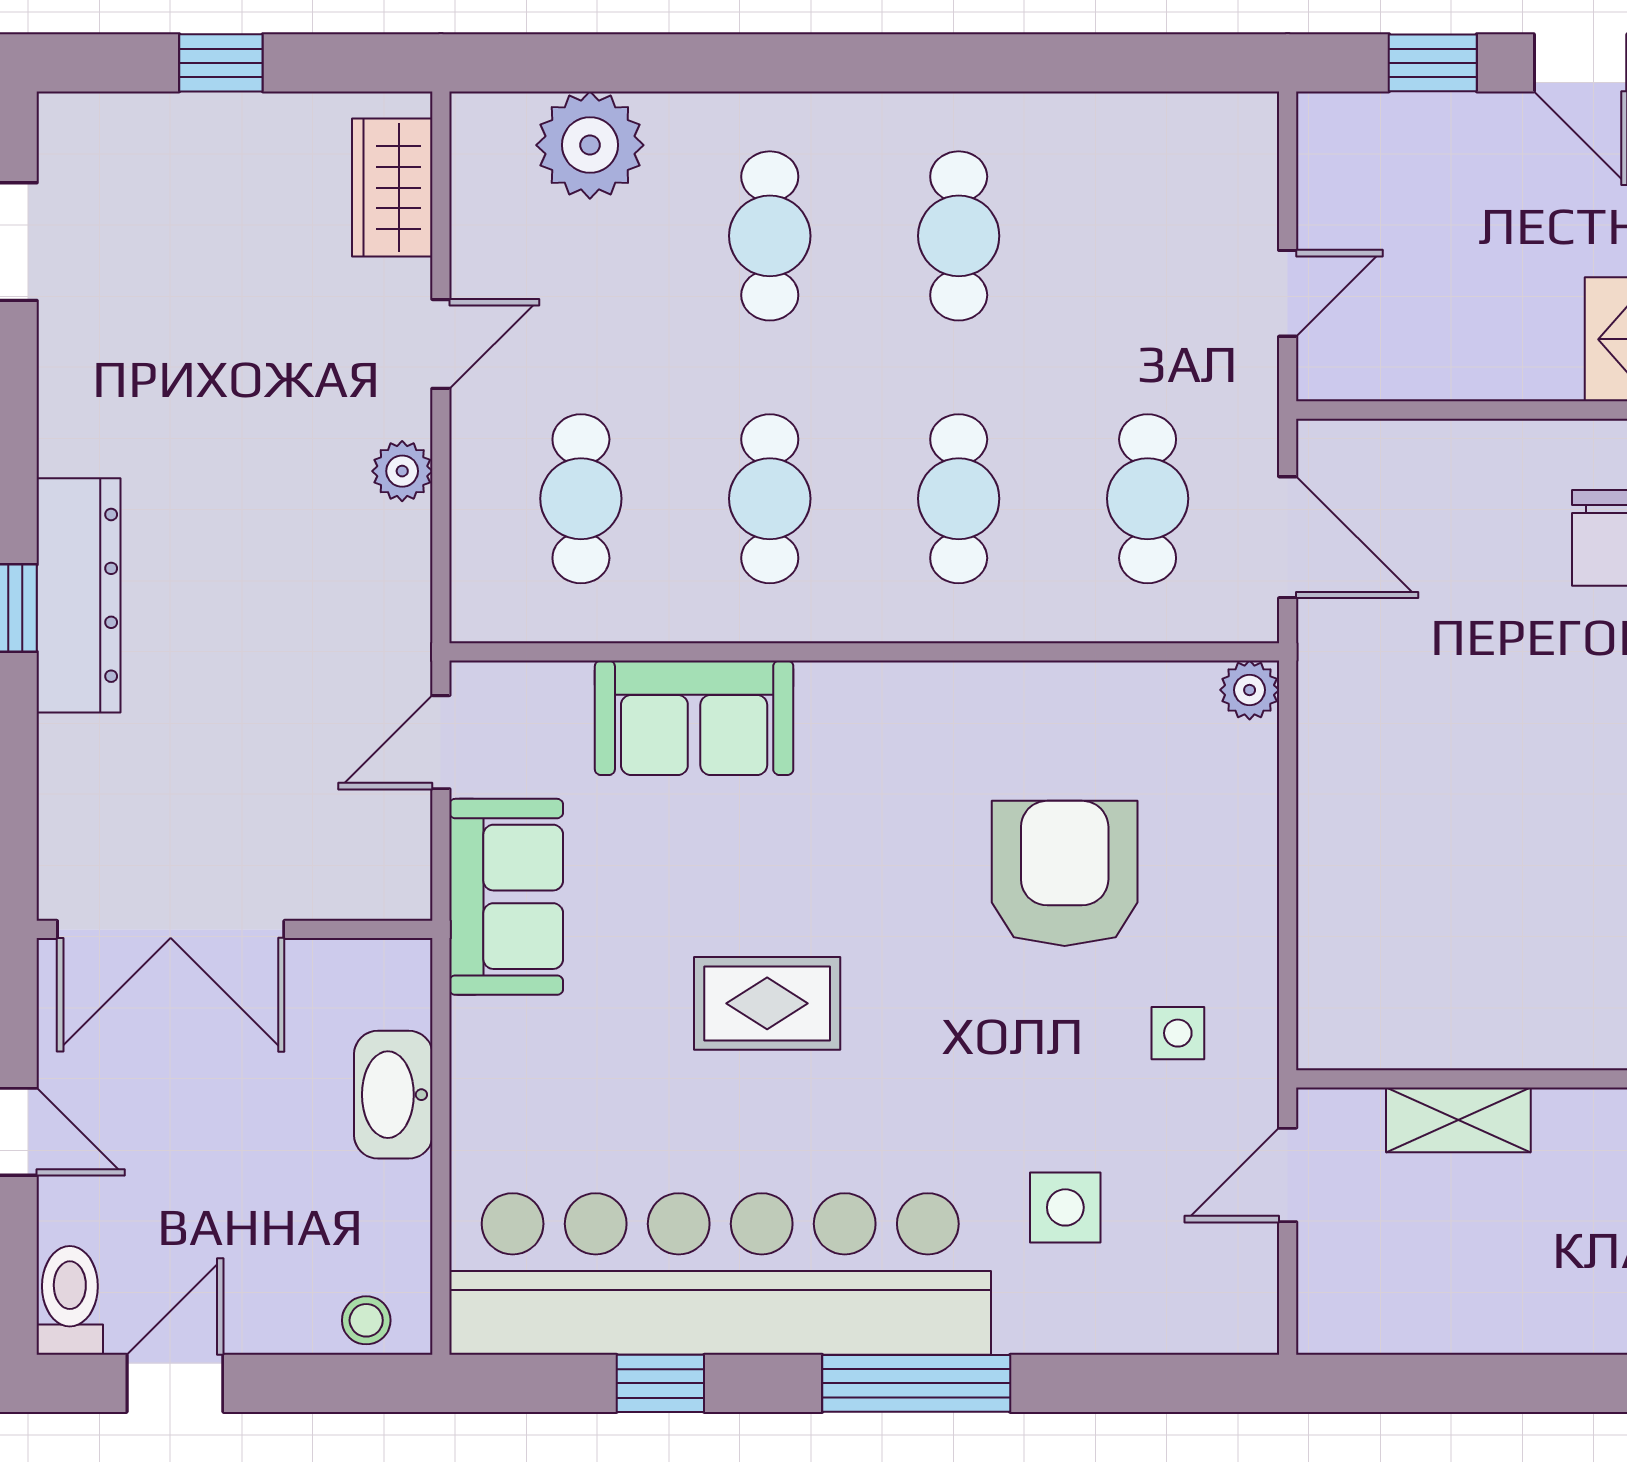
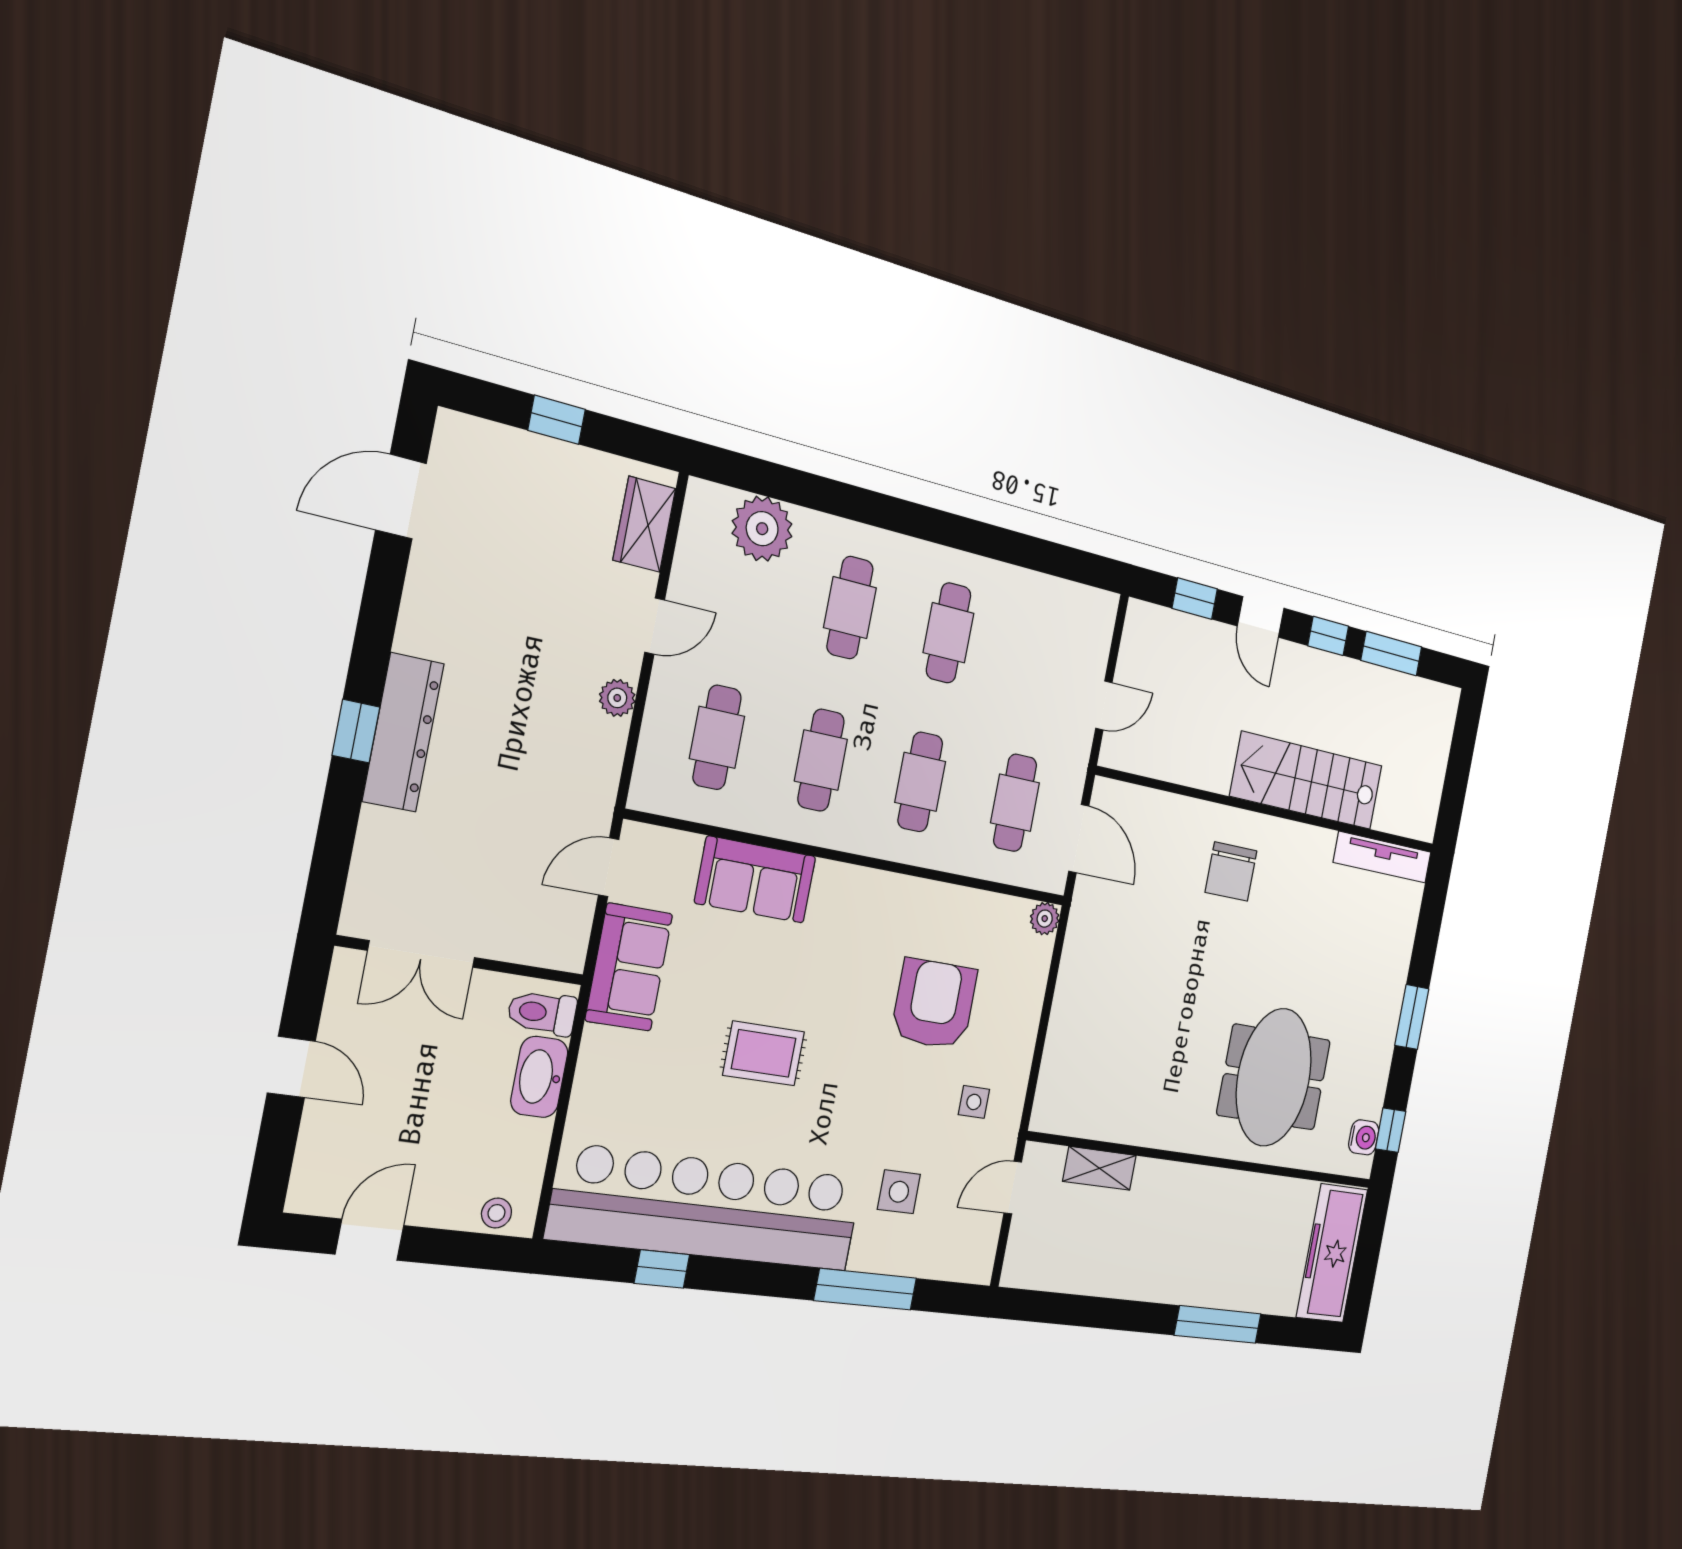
double door: (171, 929) -> (422, 954), width x0.73
toilet: (70, 1300) -> (542, 1013), moved, turned -90
window: (916, 1383) -> (865, 1289), moved

